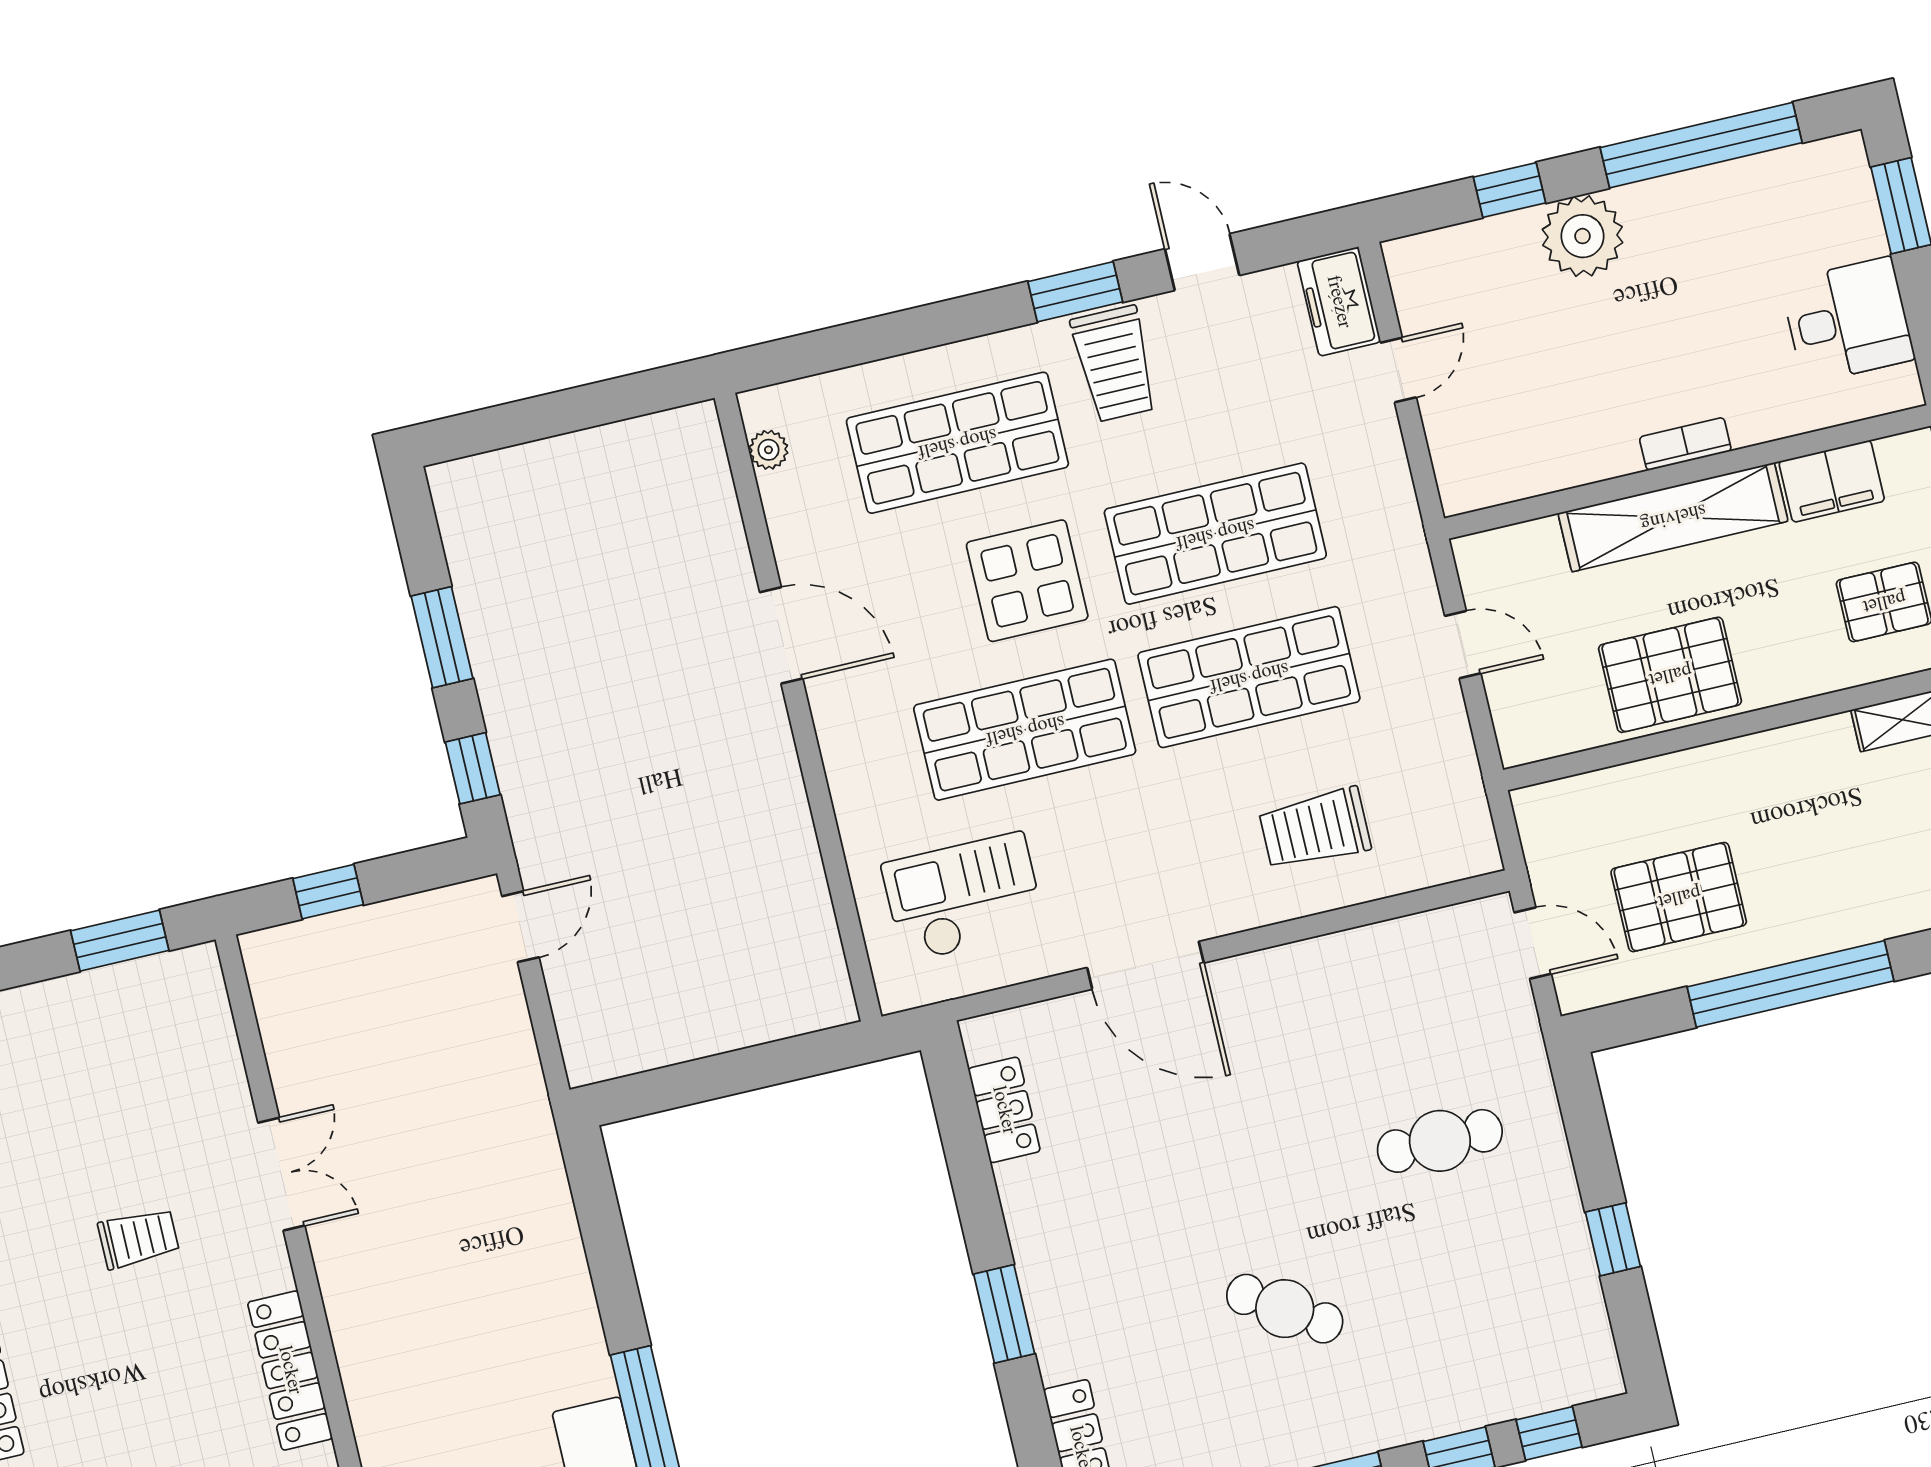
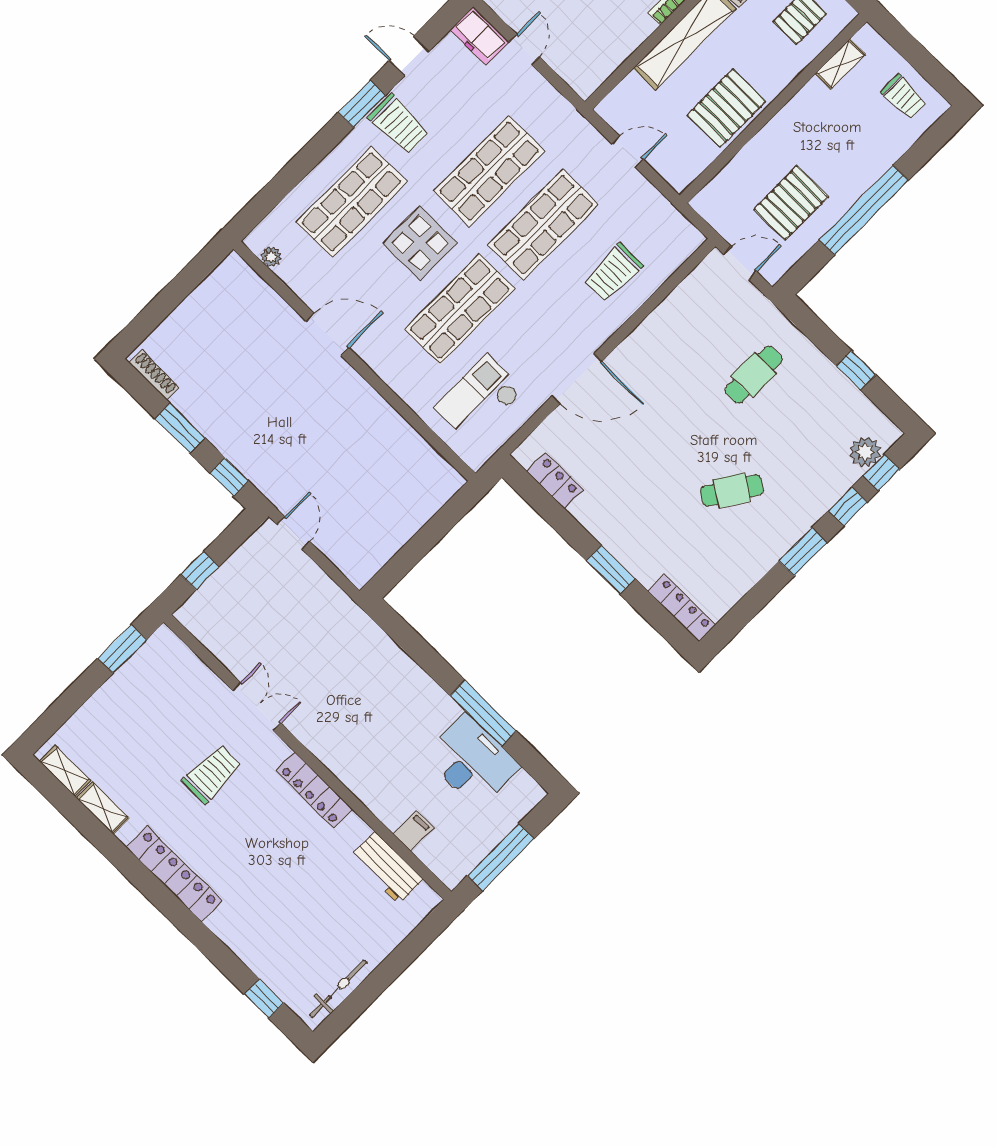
shoe rack: (454, 523) -> (154, 375), added
trolley: (139, 1238) -> (212, 774), width x1.36, depth x1.39
plant: (1543, 1383) -> (865, 452), added

